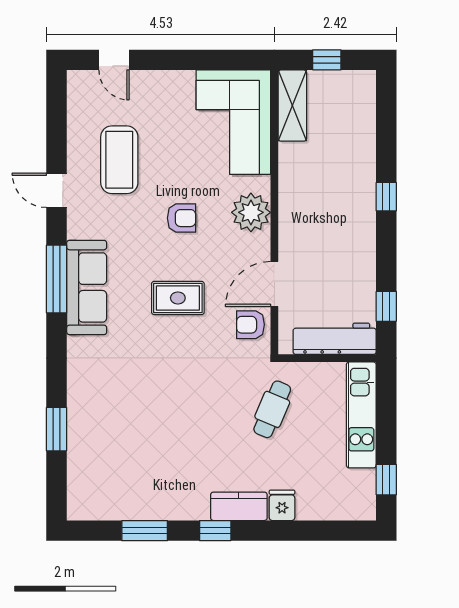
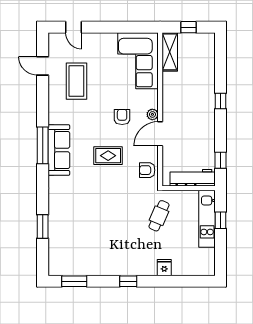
door: (57, 190) -> (43, 66), moved
plant: (251, 212) -> (152, 114), width x0.53, depth x0.53
armchair: (182, 218) -> (122, 117), moved, turned -90
door: (274, 284) -> (160, 134), moved
window: (386, 480) -> (221, 220), moved
kitchen counter: (239, 506) -> (141, 268), removed
window: (145, 531) -> (74, 281), moved

